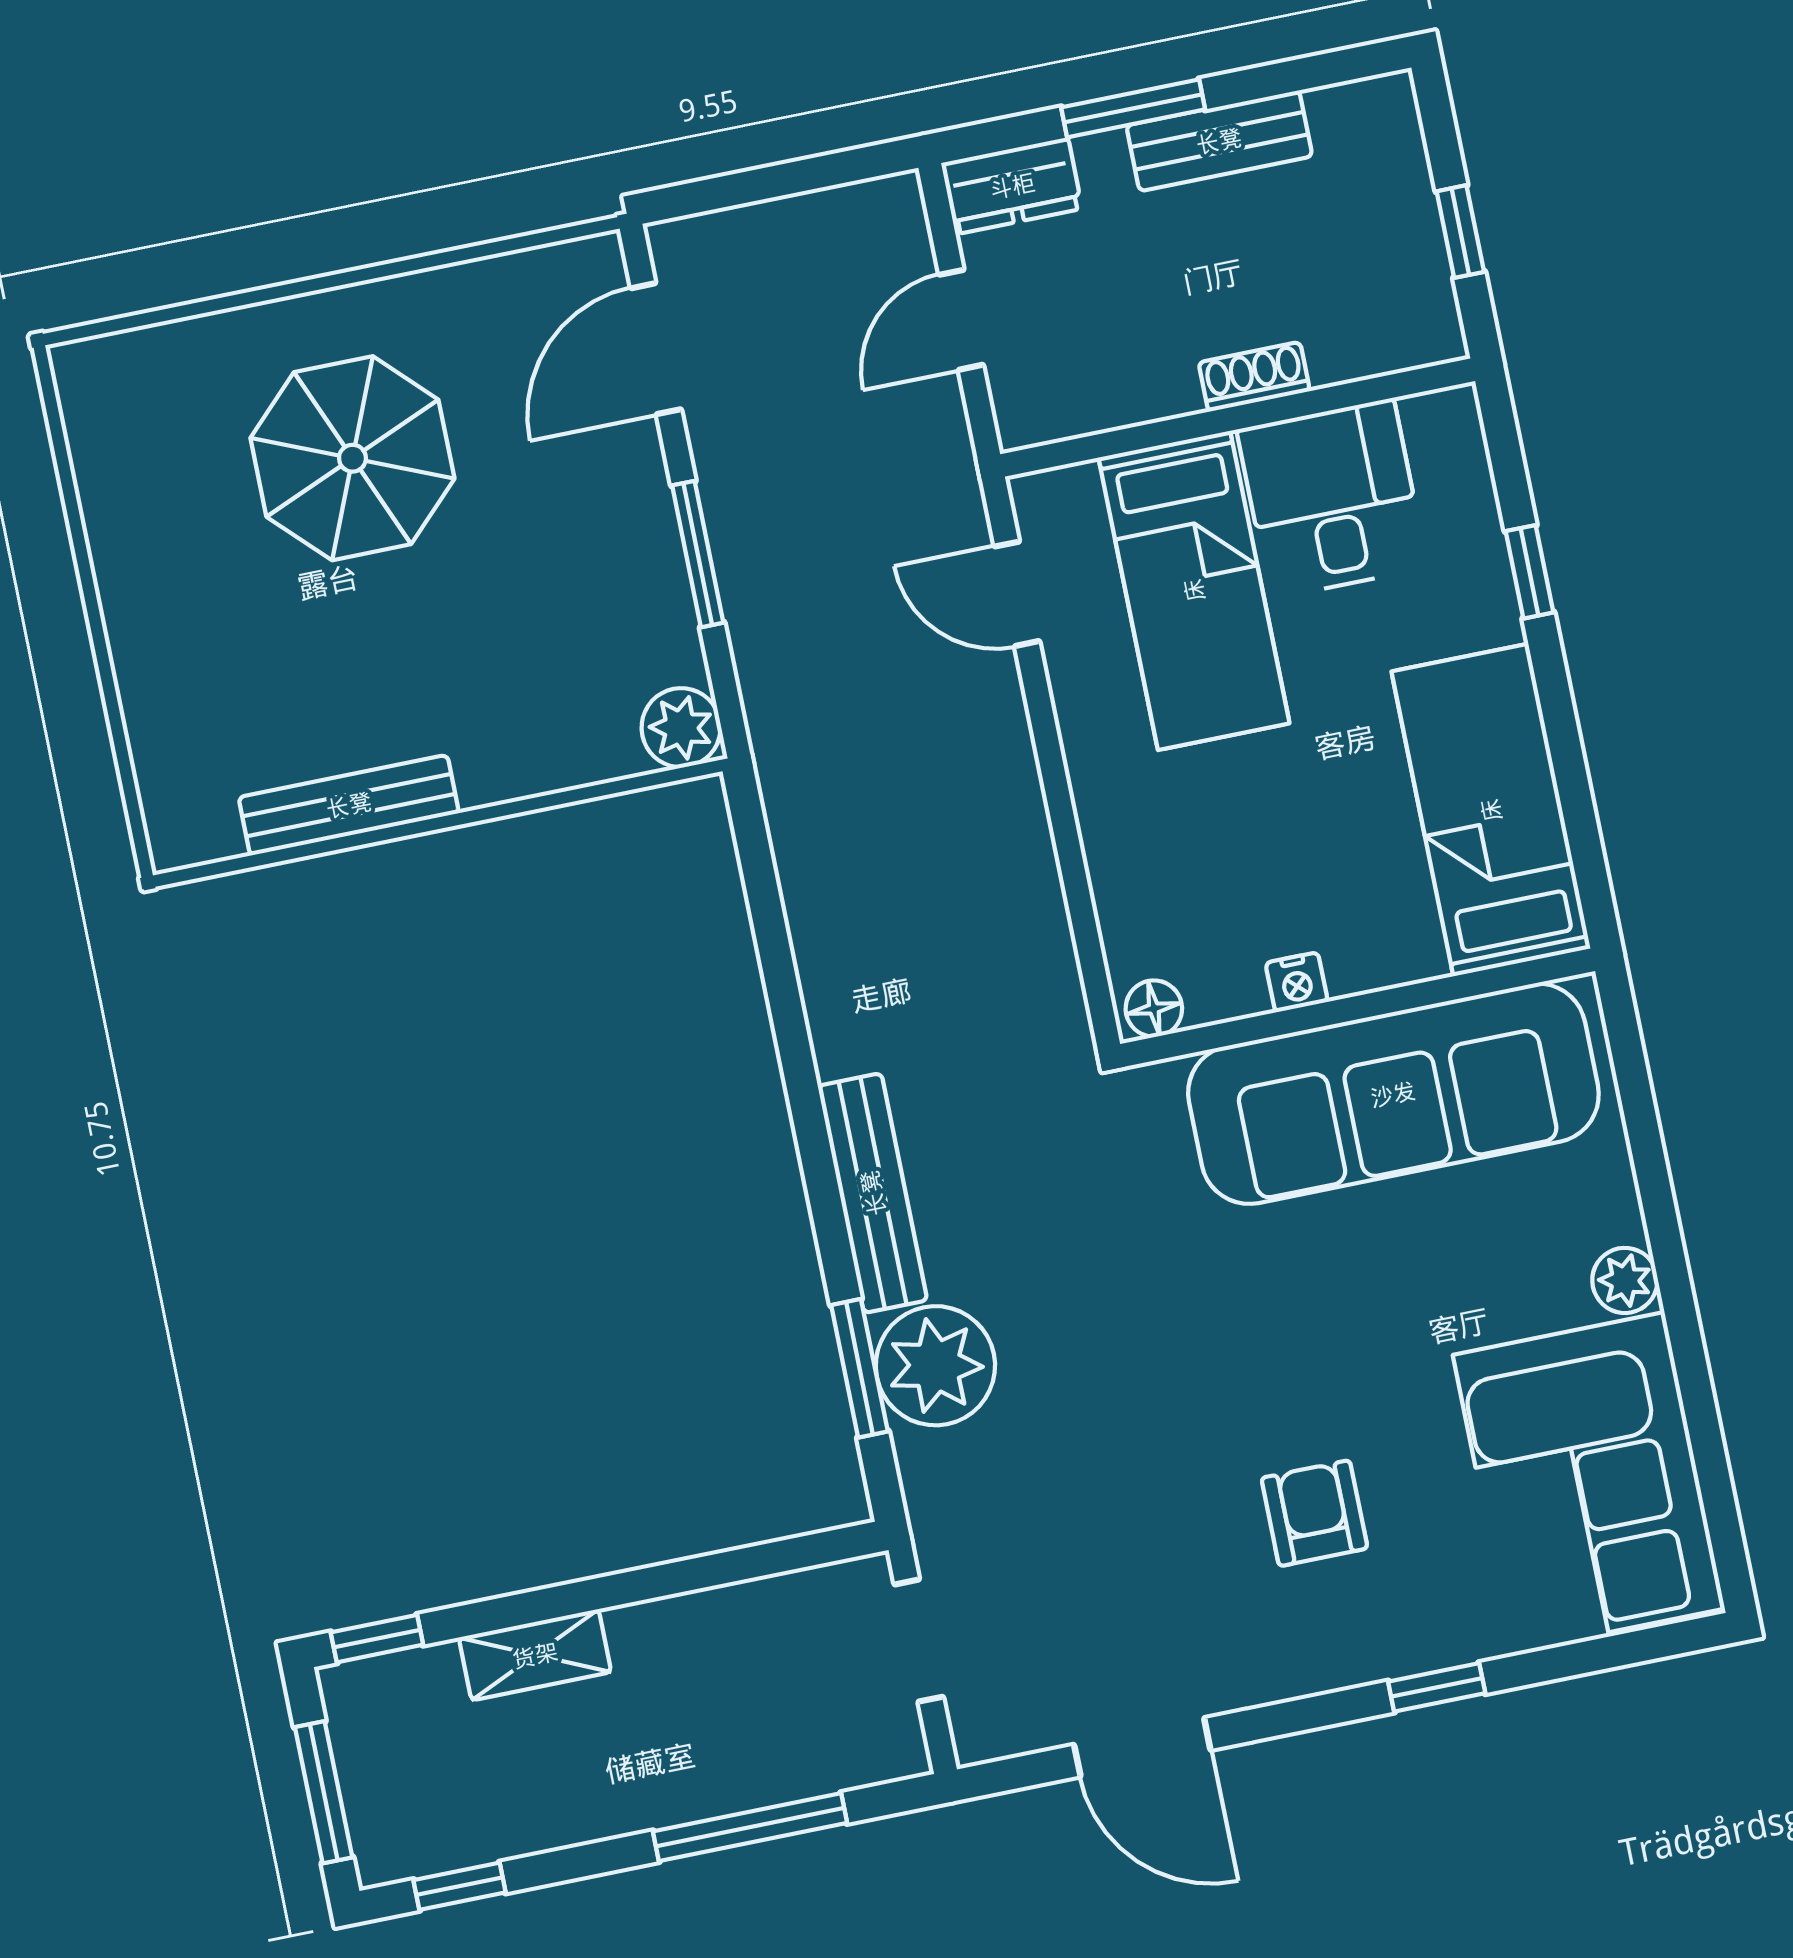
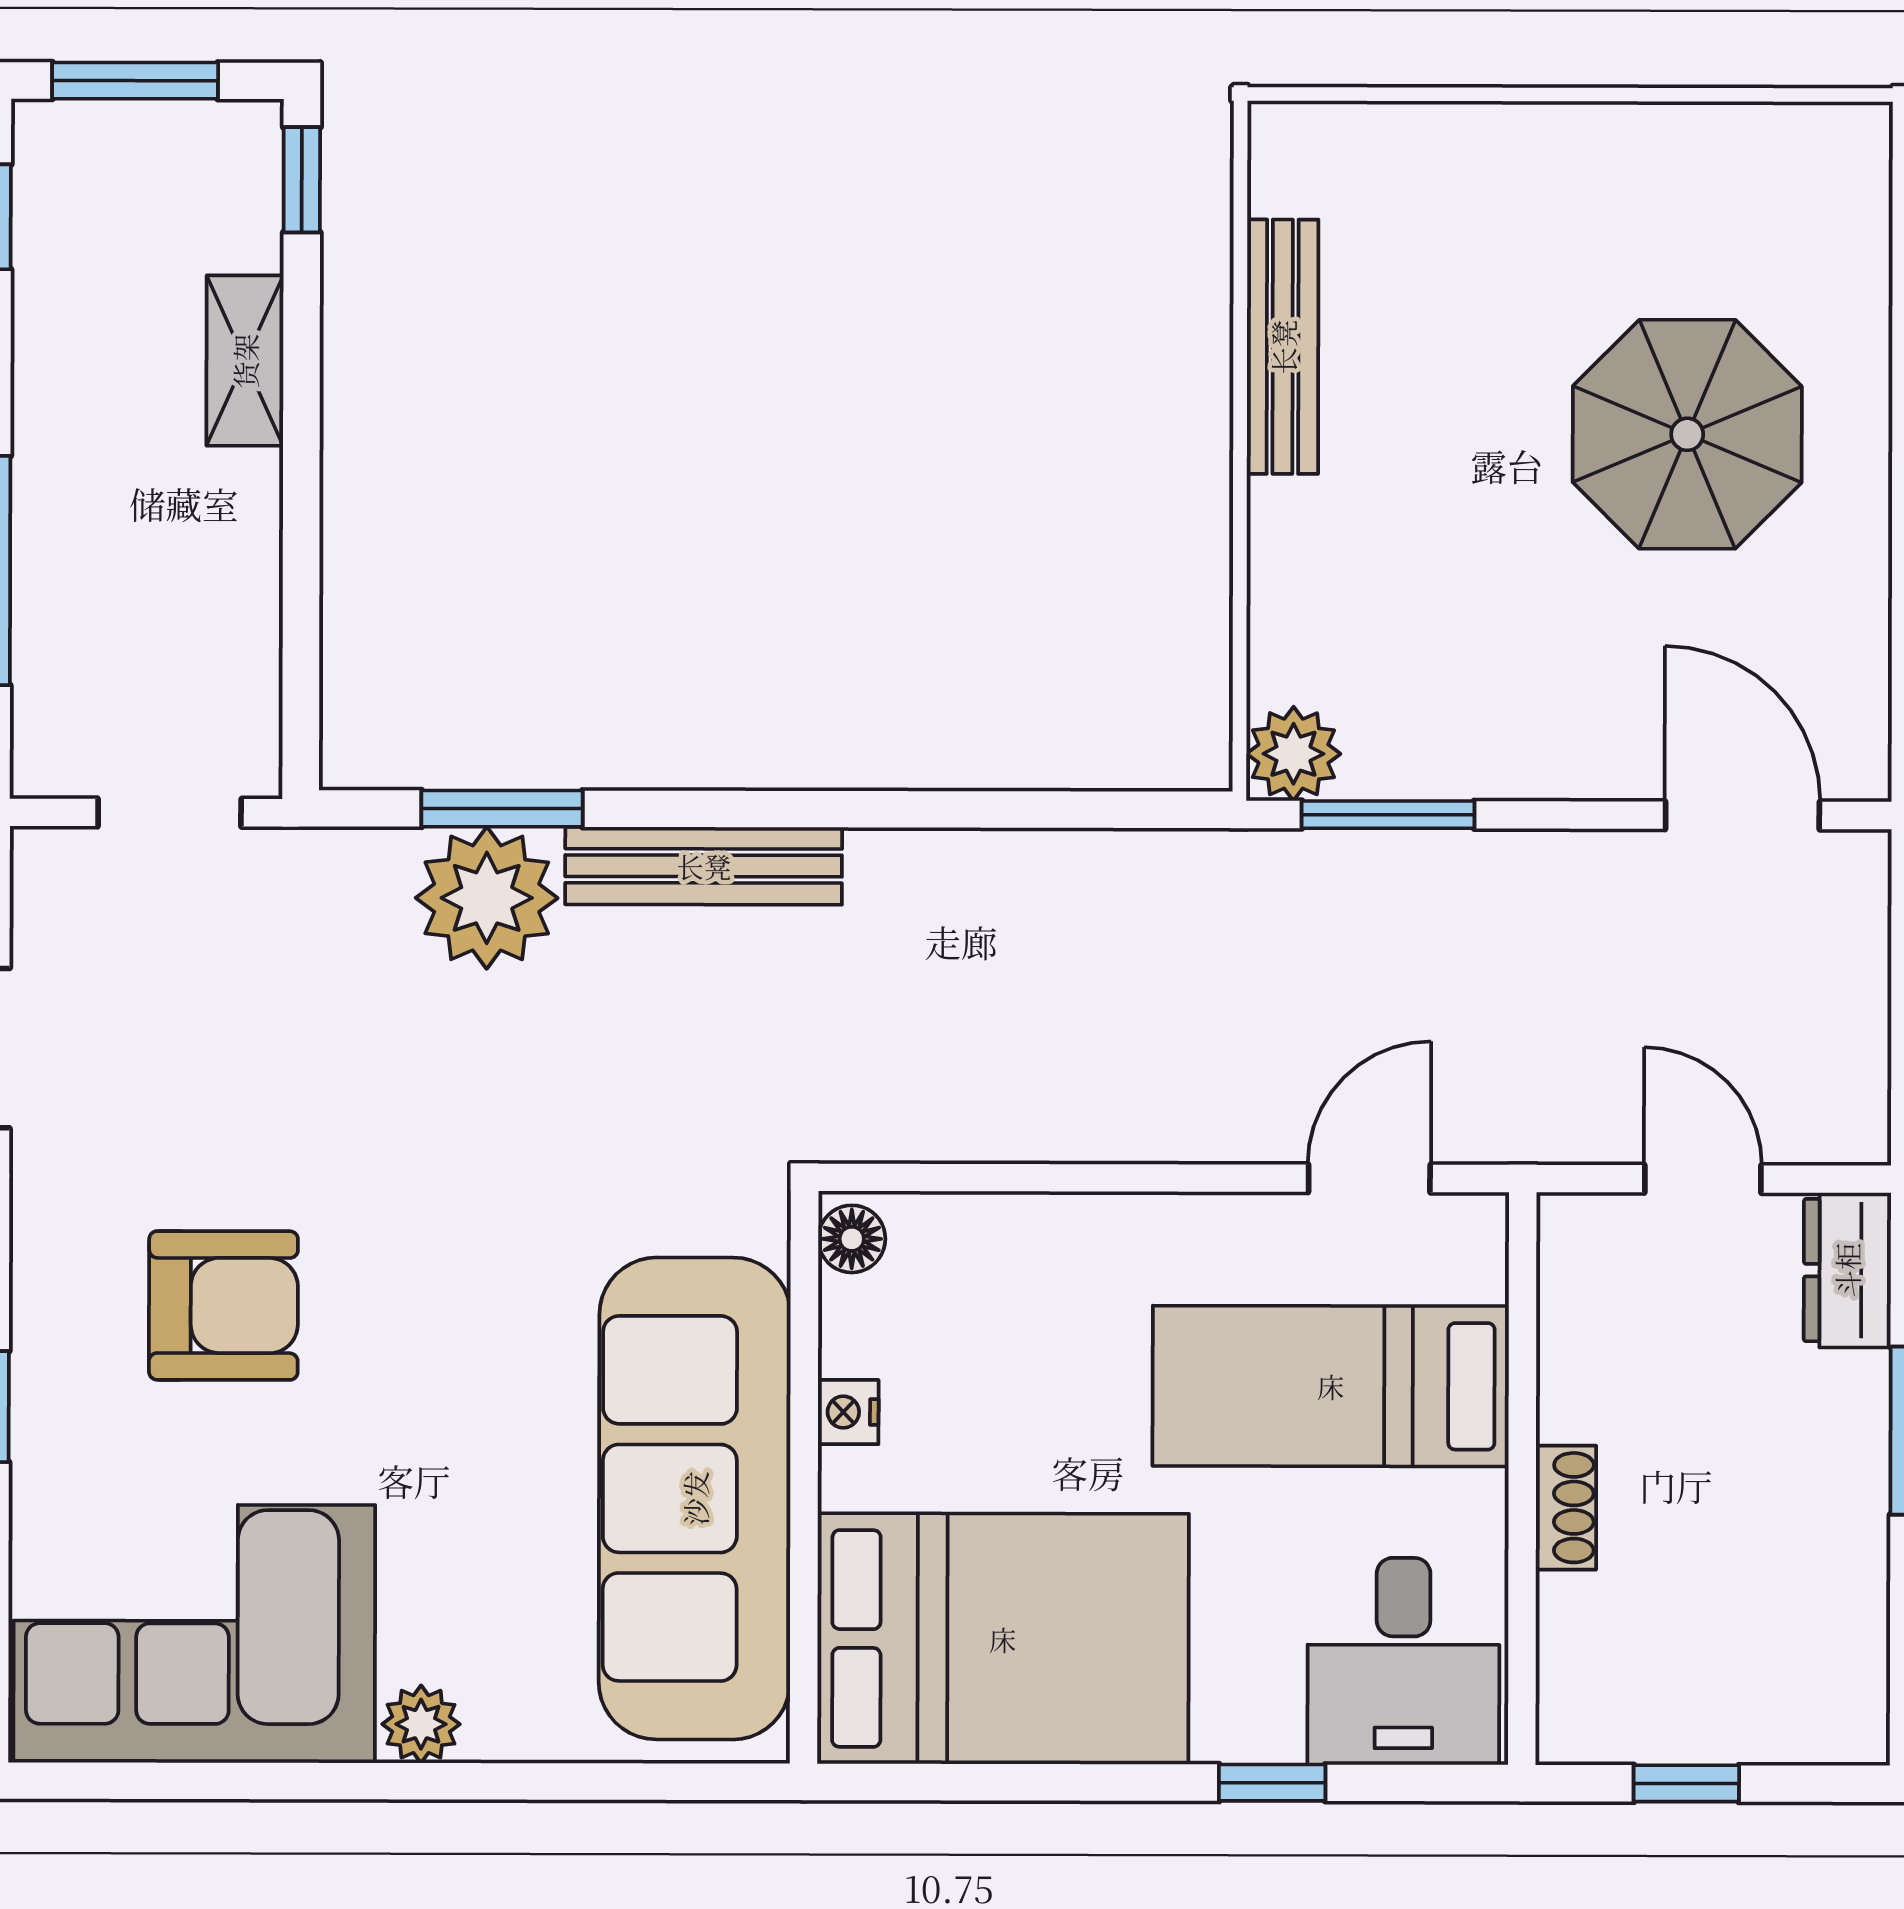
bench: (1219, 141) -> (1850, 1524), removed
desk: (1332, 499) -> (1403, 1661), moved, turned 90
window: (698, 554) -> (1388, 815), moved
bed: (1491, 810) -> (1003, 1639), width x1.50
armchair: (1314, 1513) -> (223, 1305), width x1.38, depth x1.38

